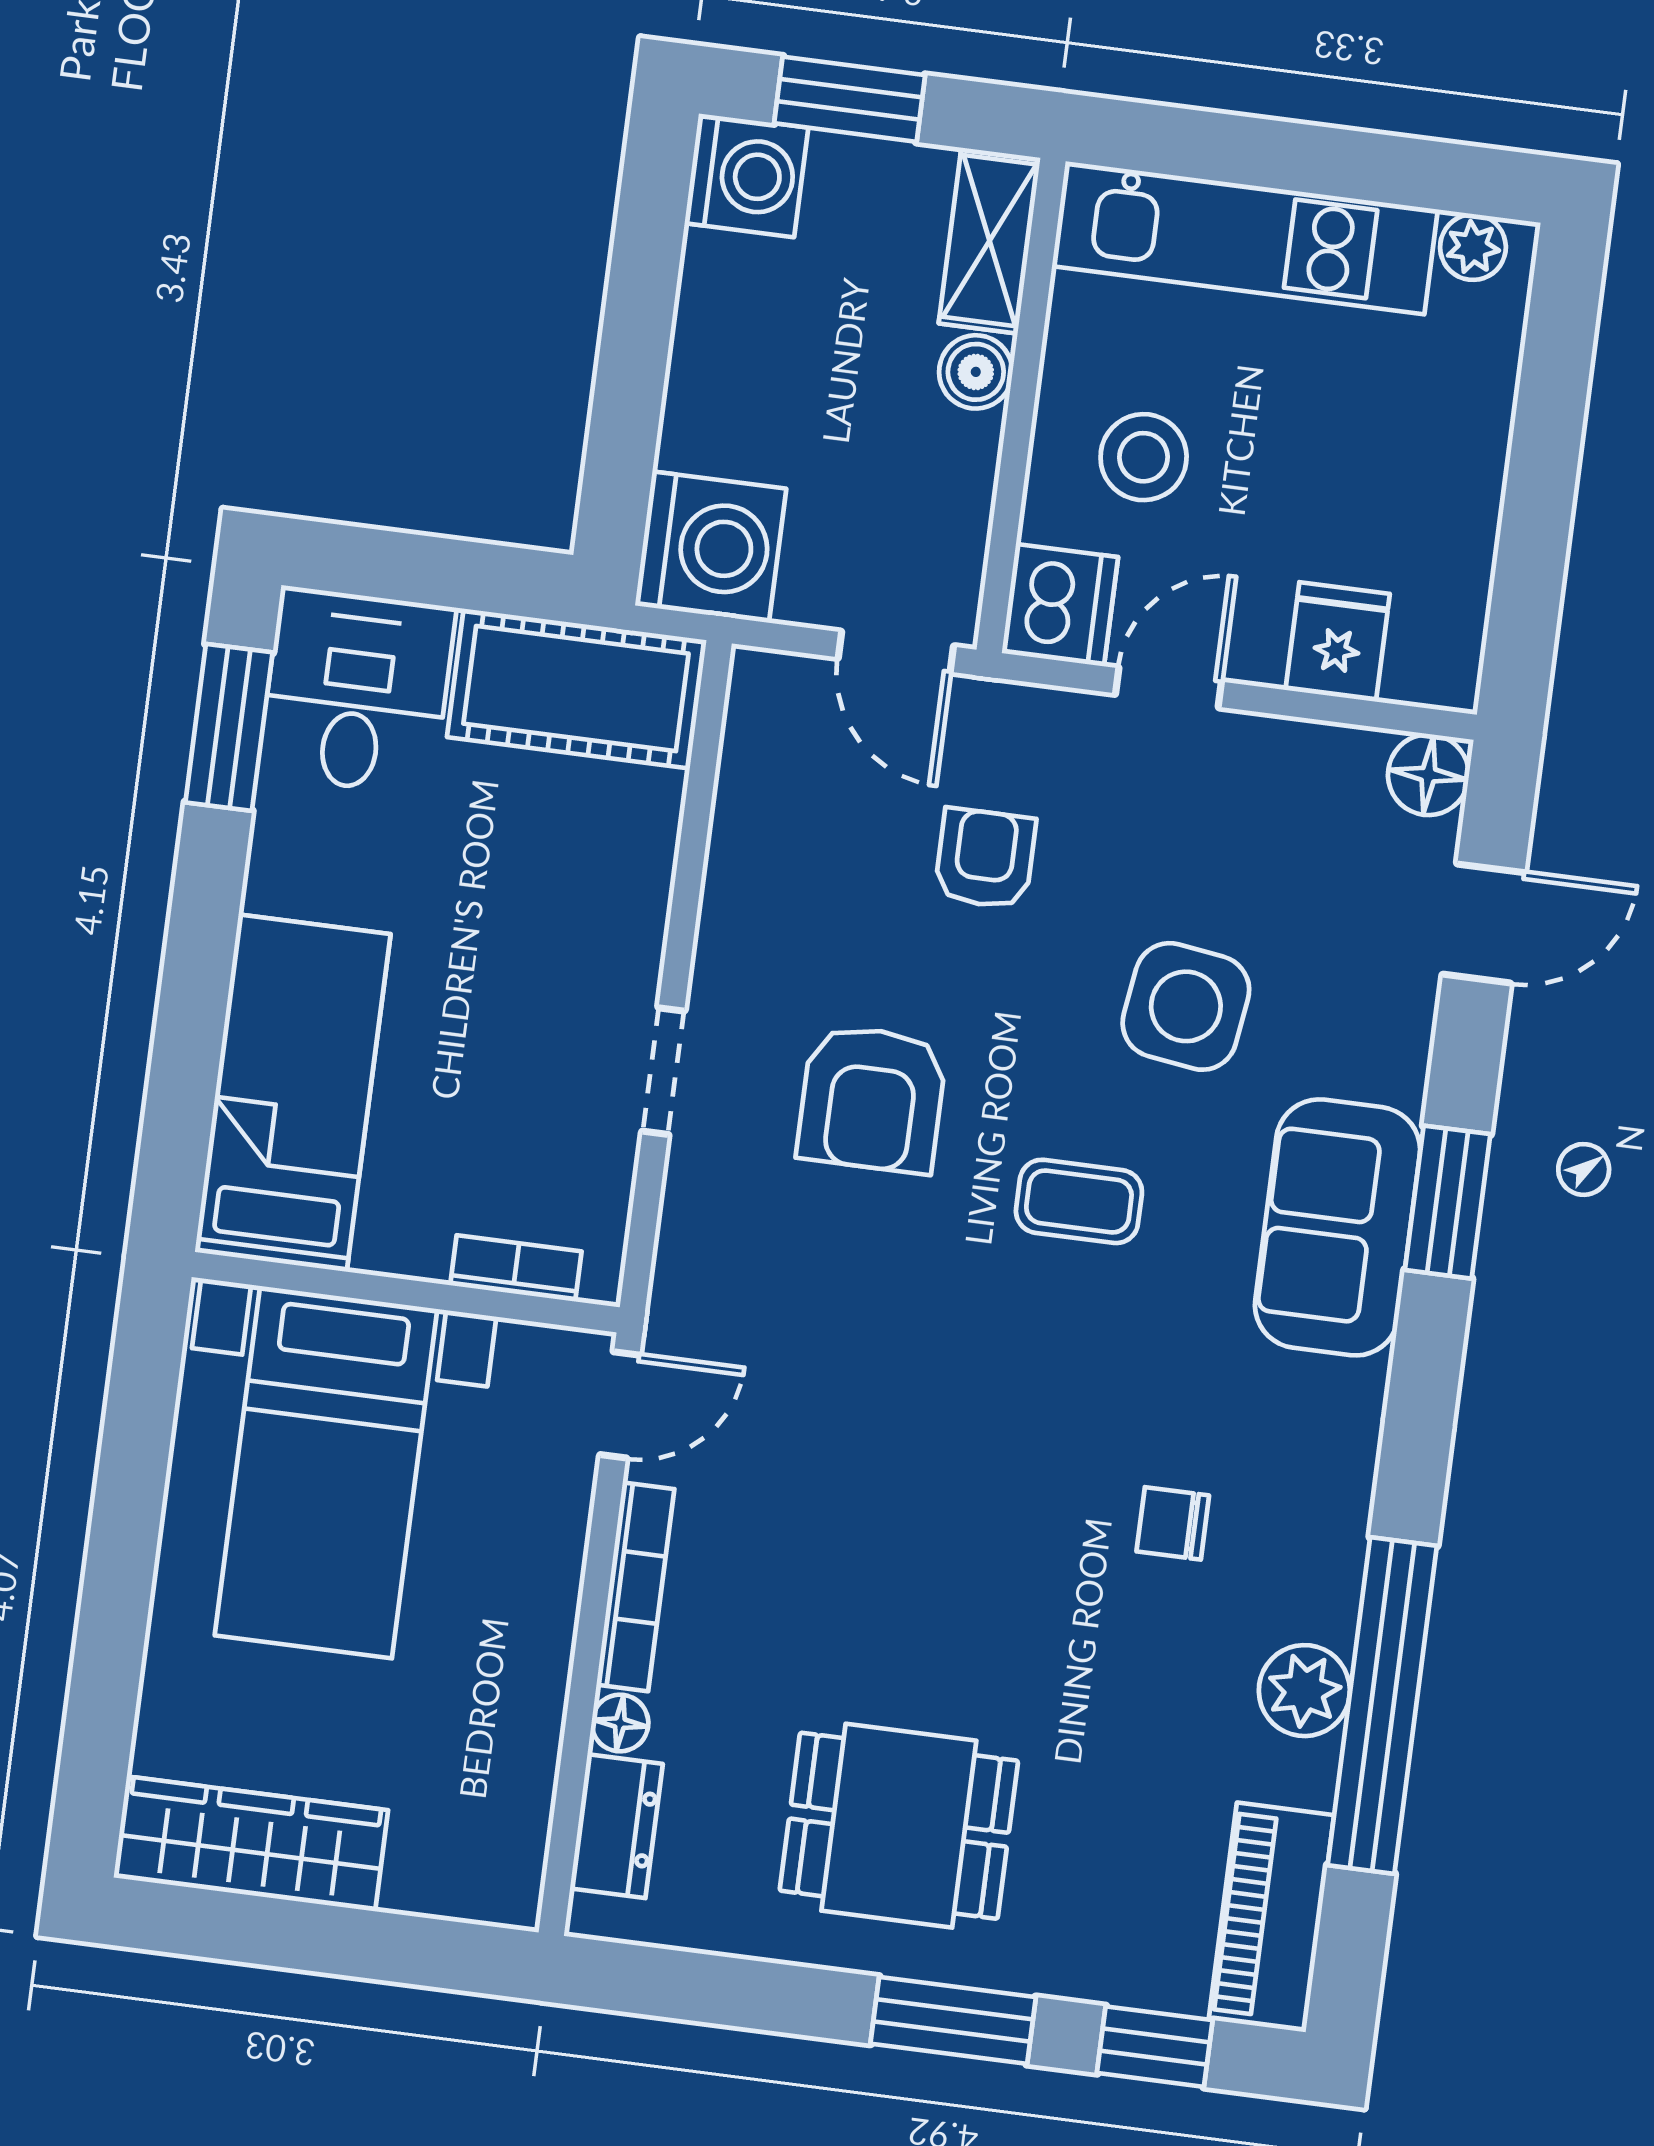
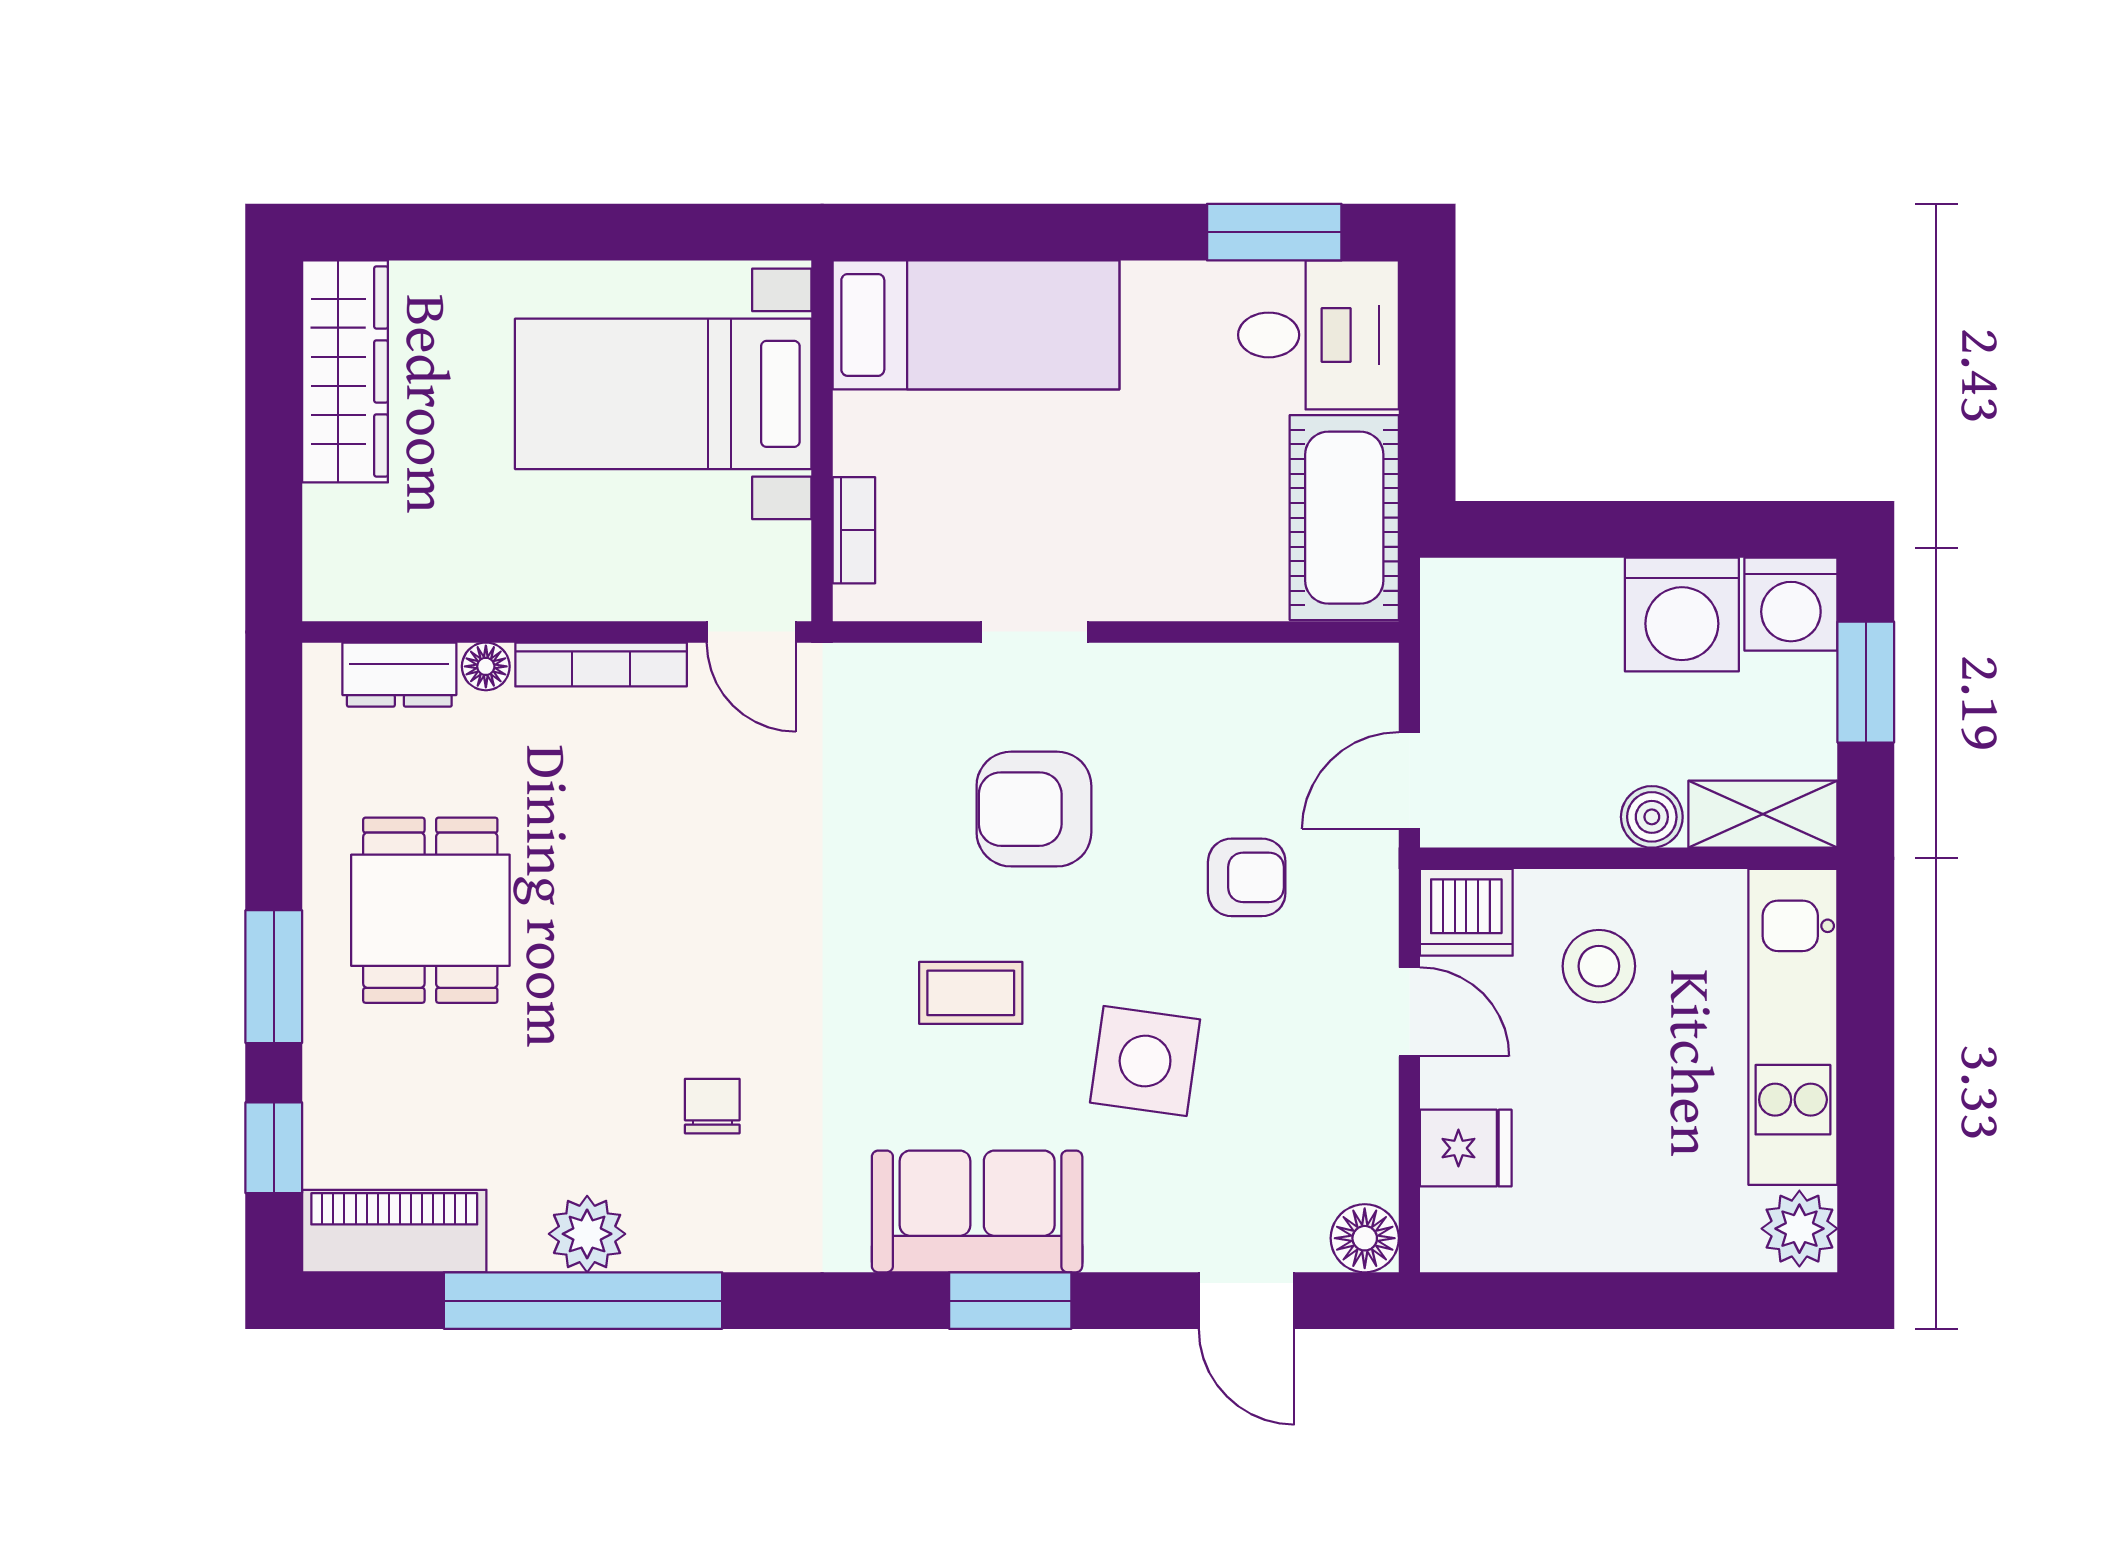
plant: (1473, 247) -> (1799, 1229), width x1.38, depth x1.38
washing machine: (711, 547) -> (1682, 615), moved
coffee table: (1079, 1201) -> (971, 993), turned 90

